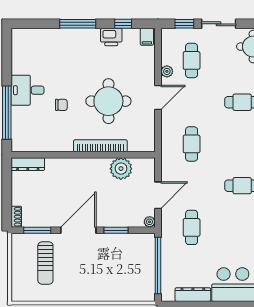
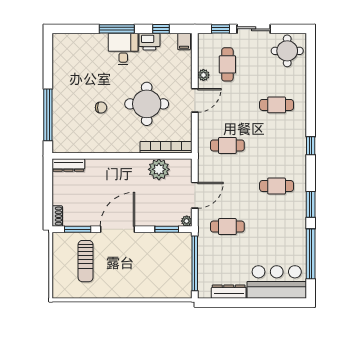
desk: (28, 90) -> (123, 49), moved, turned 90
cafe table: (192, 144) -> (227, 145), turned 90
bookcase: (100, 146) -> (166, 147), moved
cafe table: (192, 227) -> (227, 227), turned 90
window: (116, 230) -> (167, 229), moved

